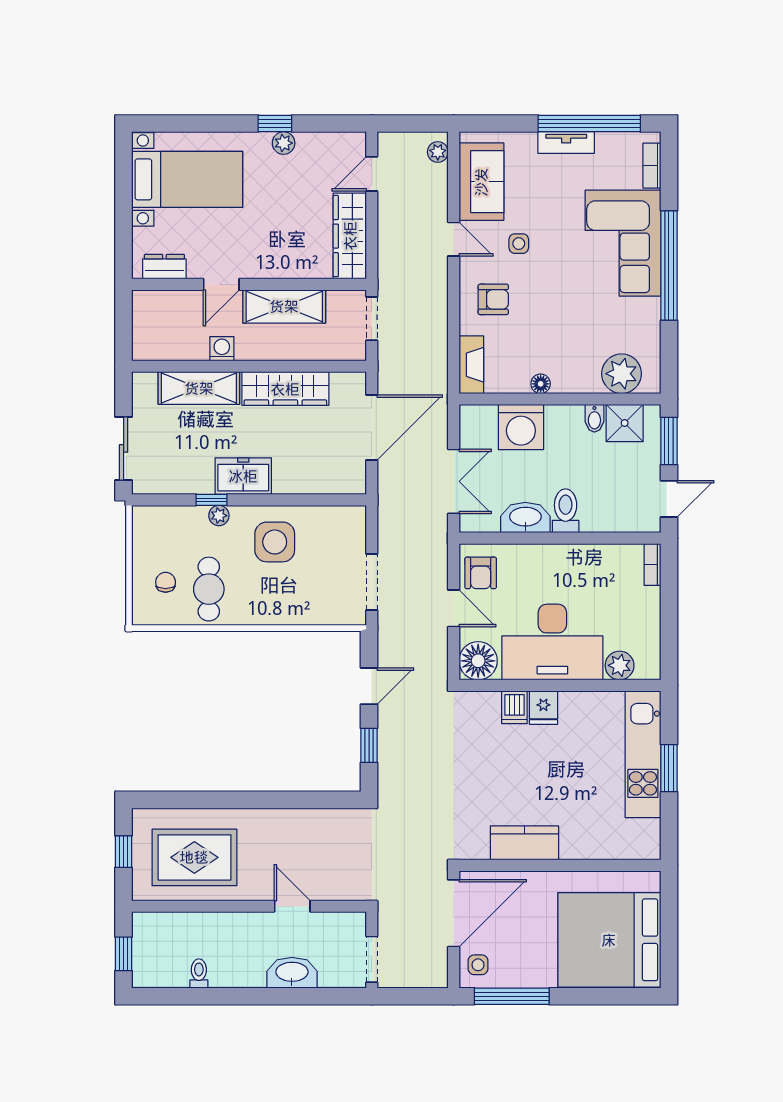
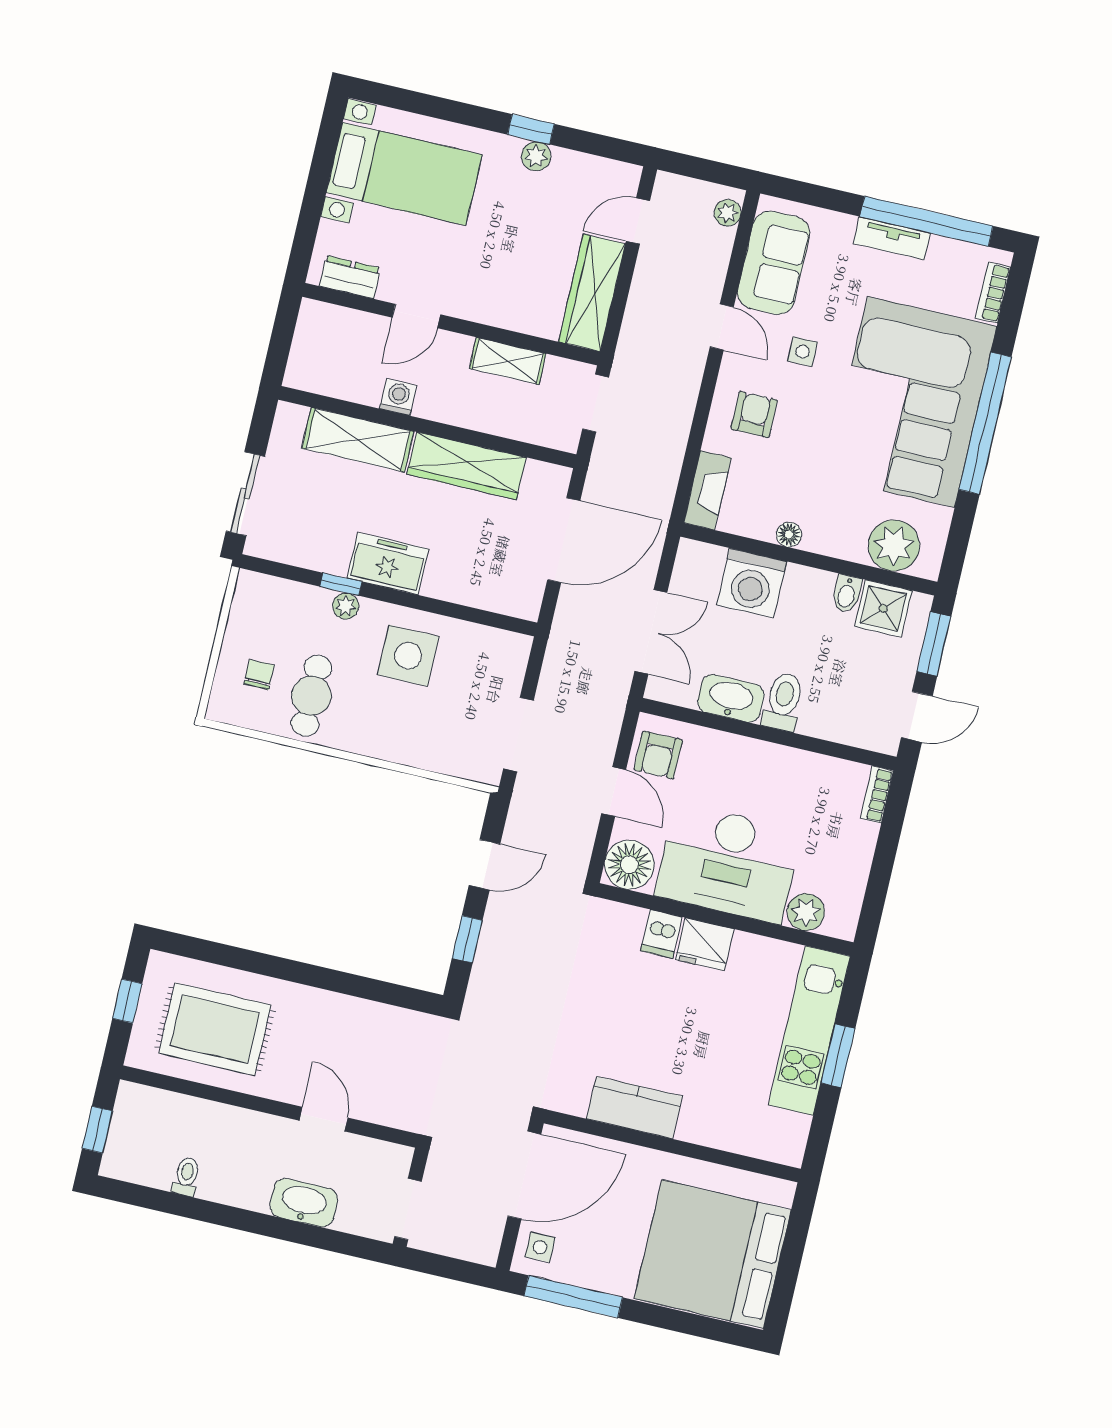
corner sofa: (623, 243) -> (911, 402), width x1.36, depth x1.36
armchair: (493, 299) -> (754, 414), turned -90
shelving: (284, 306) -> (508, 361), width x0.67, depth x0.75
fridge: (543, 708) -> (705, 944), width x1.38

